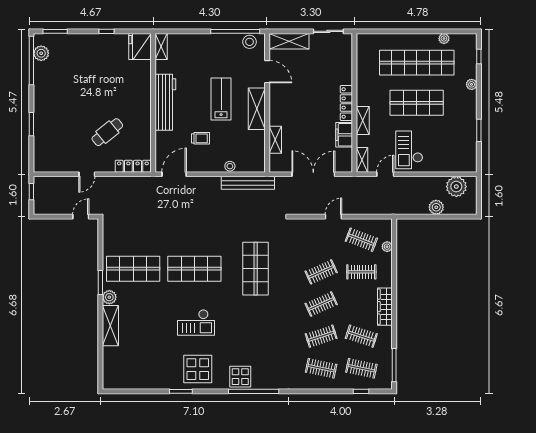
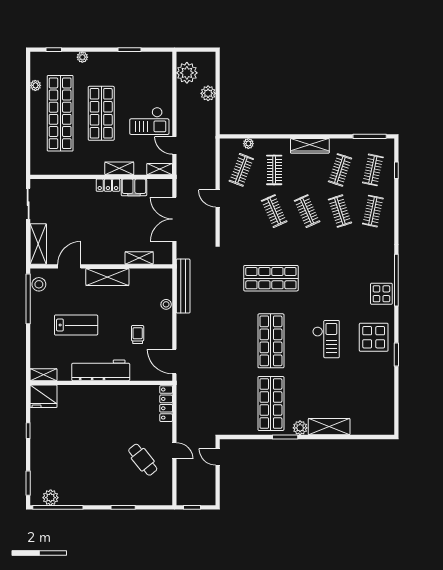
lab bench: (221, 99) -> (76, 325), moved, turned 180
locker: (346, 103) -> (108, 185), width x0.66
cafe table: (107, 132) -> (143, 460), moved

